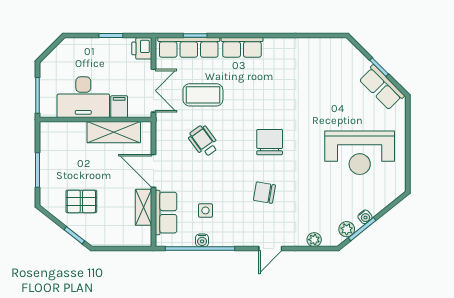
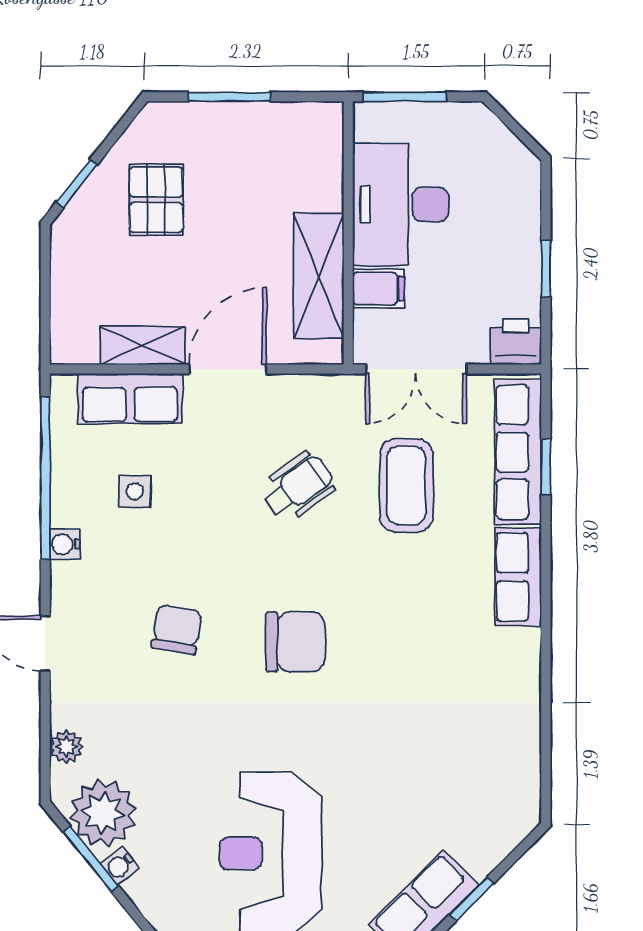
plant: (347, 229) -> (103, 813), width x1.88, depth x1.88
water cooler: (202, 240) -> (65, 544), moved

